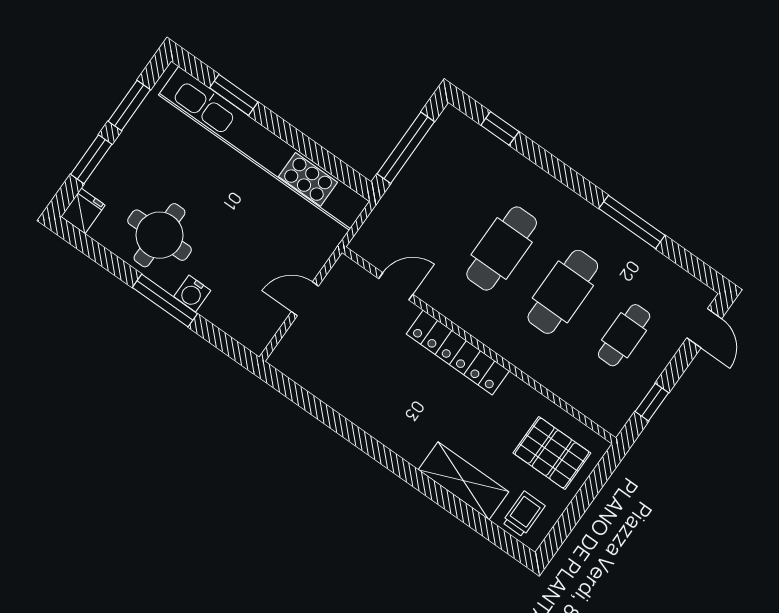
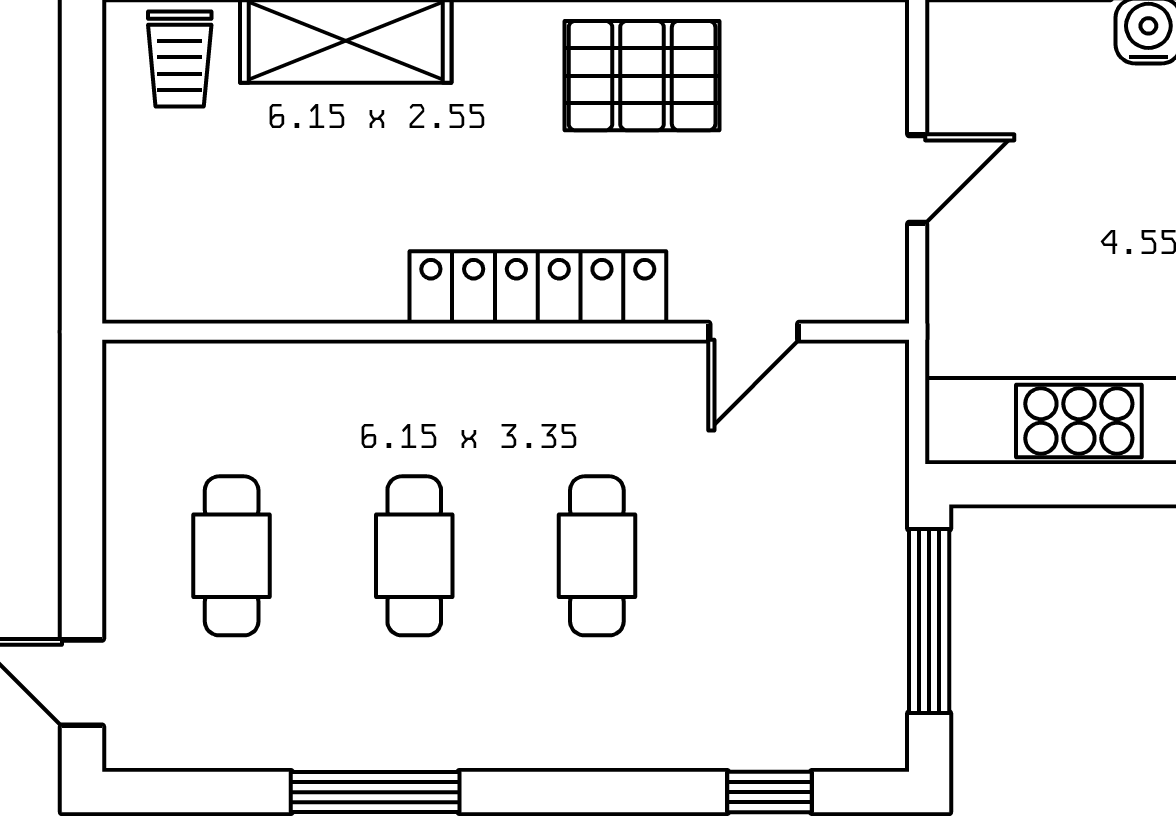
cafe table: (502, 249) -> (597, 556), width x0.73, depth x0.74
cafe table: (563, 292) -> (414, 556), width x0.73, depth x0.74
window: (652, 402) -> (82, 462), removed
pallet: (552, 453) -> (642, 76), moved

